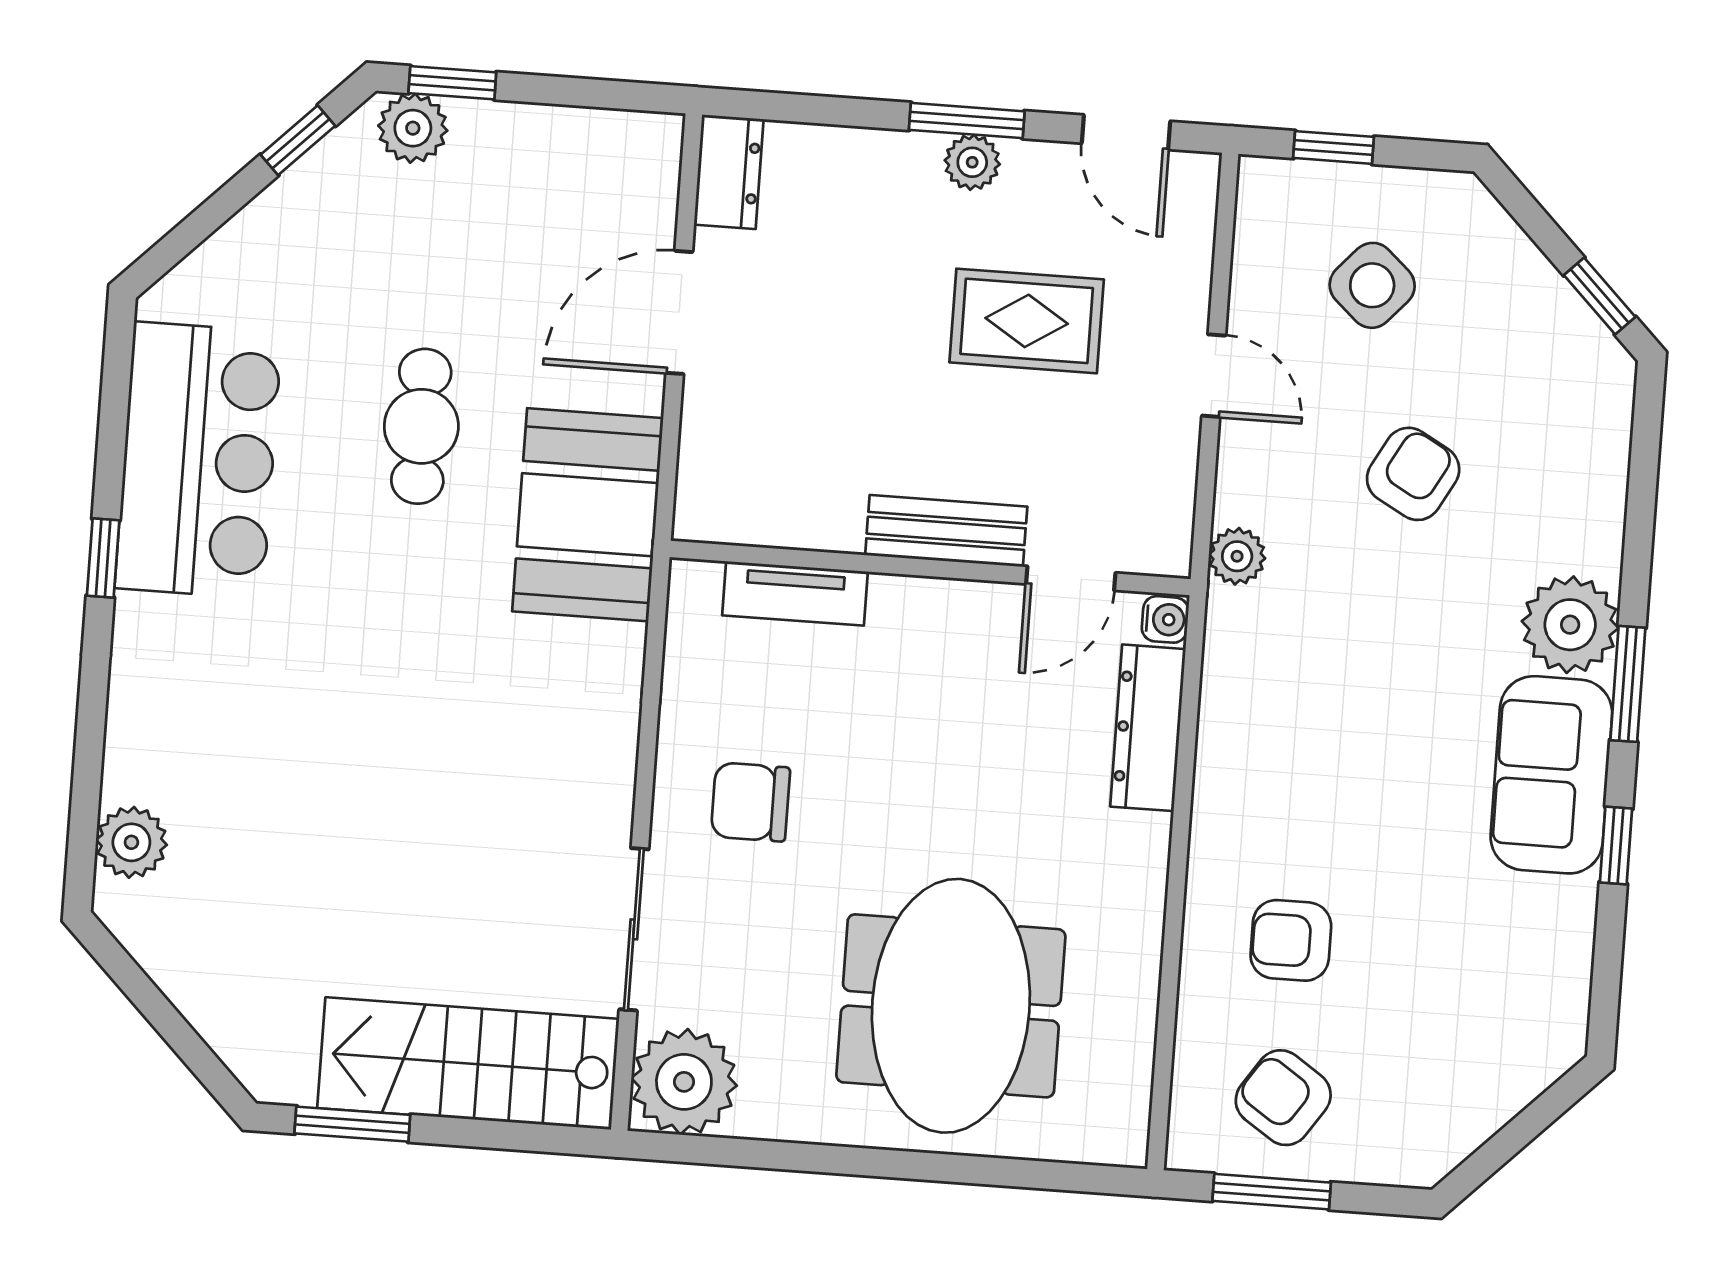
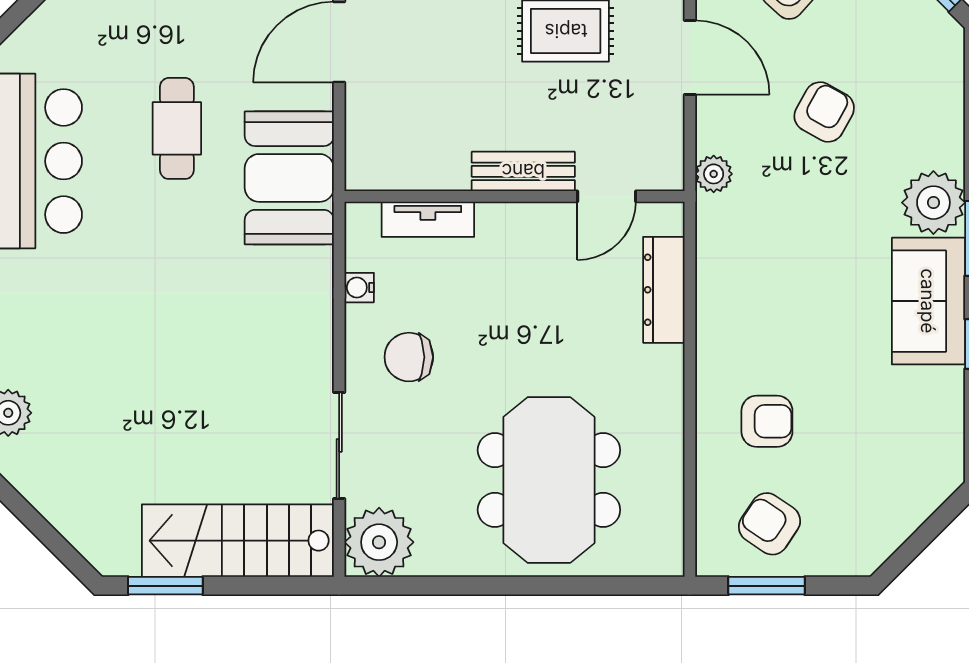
door: (1214, 376) -> (690, 58), width x1.38
water cooler: (1165, 619) -> (359, 288), moved, turned 180
armchair: (1291, 940) -> (767, 421), turned 180

